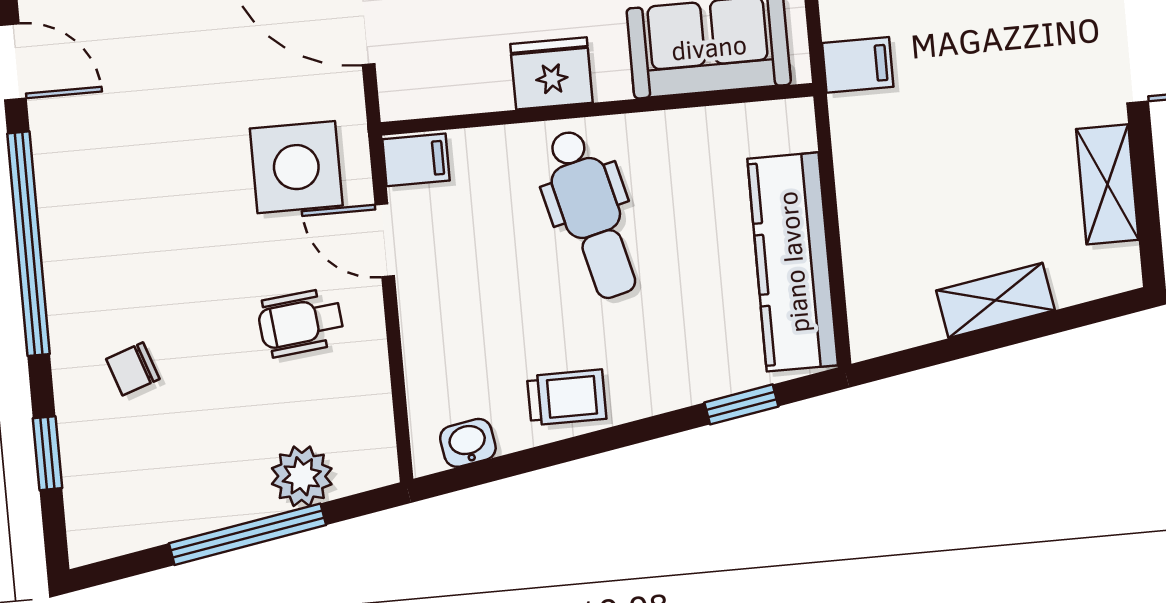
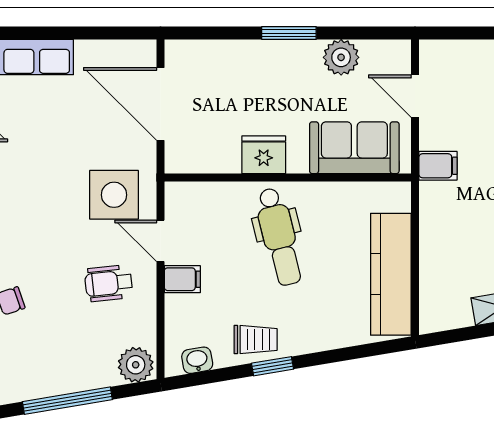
filing cabinet: (416, 160) -> (182, 279), moved
window: (741, 404) -> (272, 366), moved
plant: (302, 476) -> (136, 365), moved

